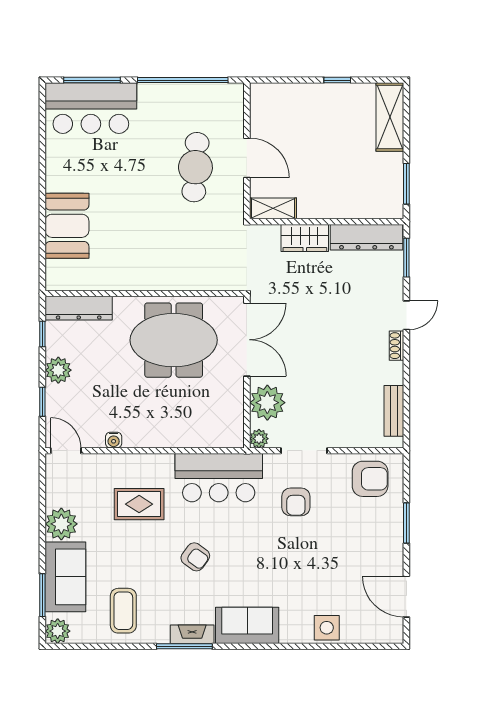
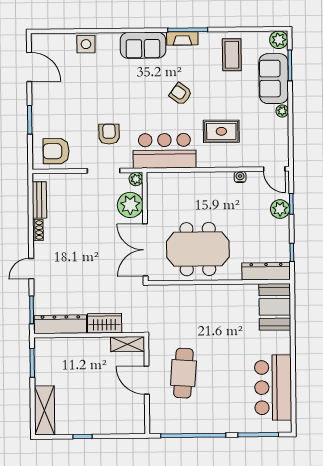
bar counter: (91, 108) -> (273, 388), moved, turned -90
booth: (67, 226) -> (275, 307), moved
shoe rack: (396, 346) -> (38, 230), moved
plant: (58, 370) -> (280, 209), moved
plant: (61, 524) -> (282, 111), width x0.53, depth x0.53

